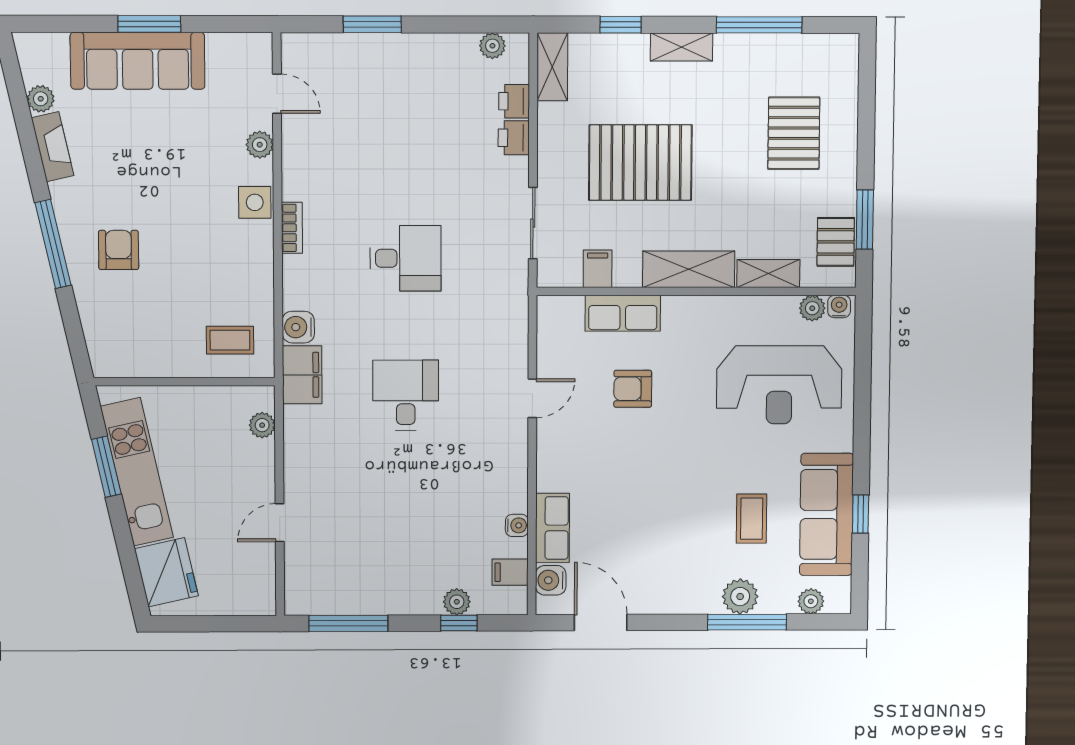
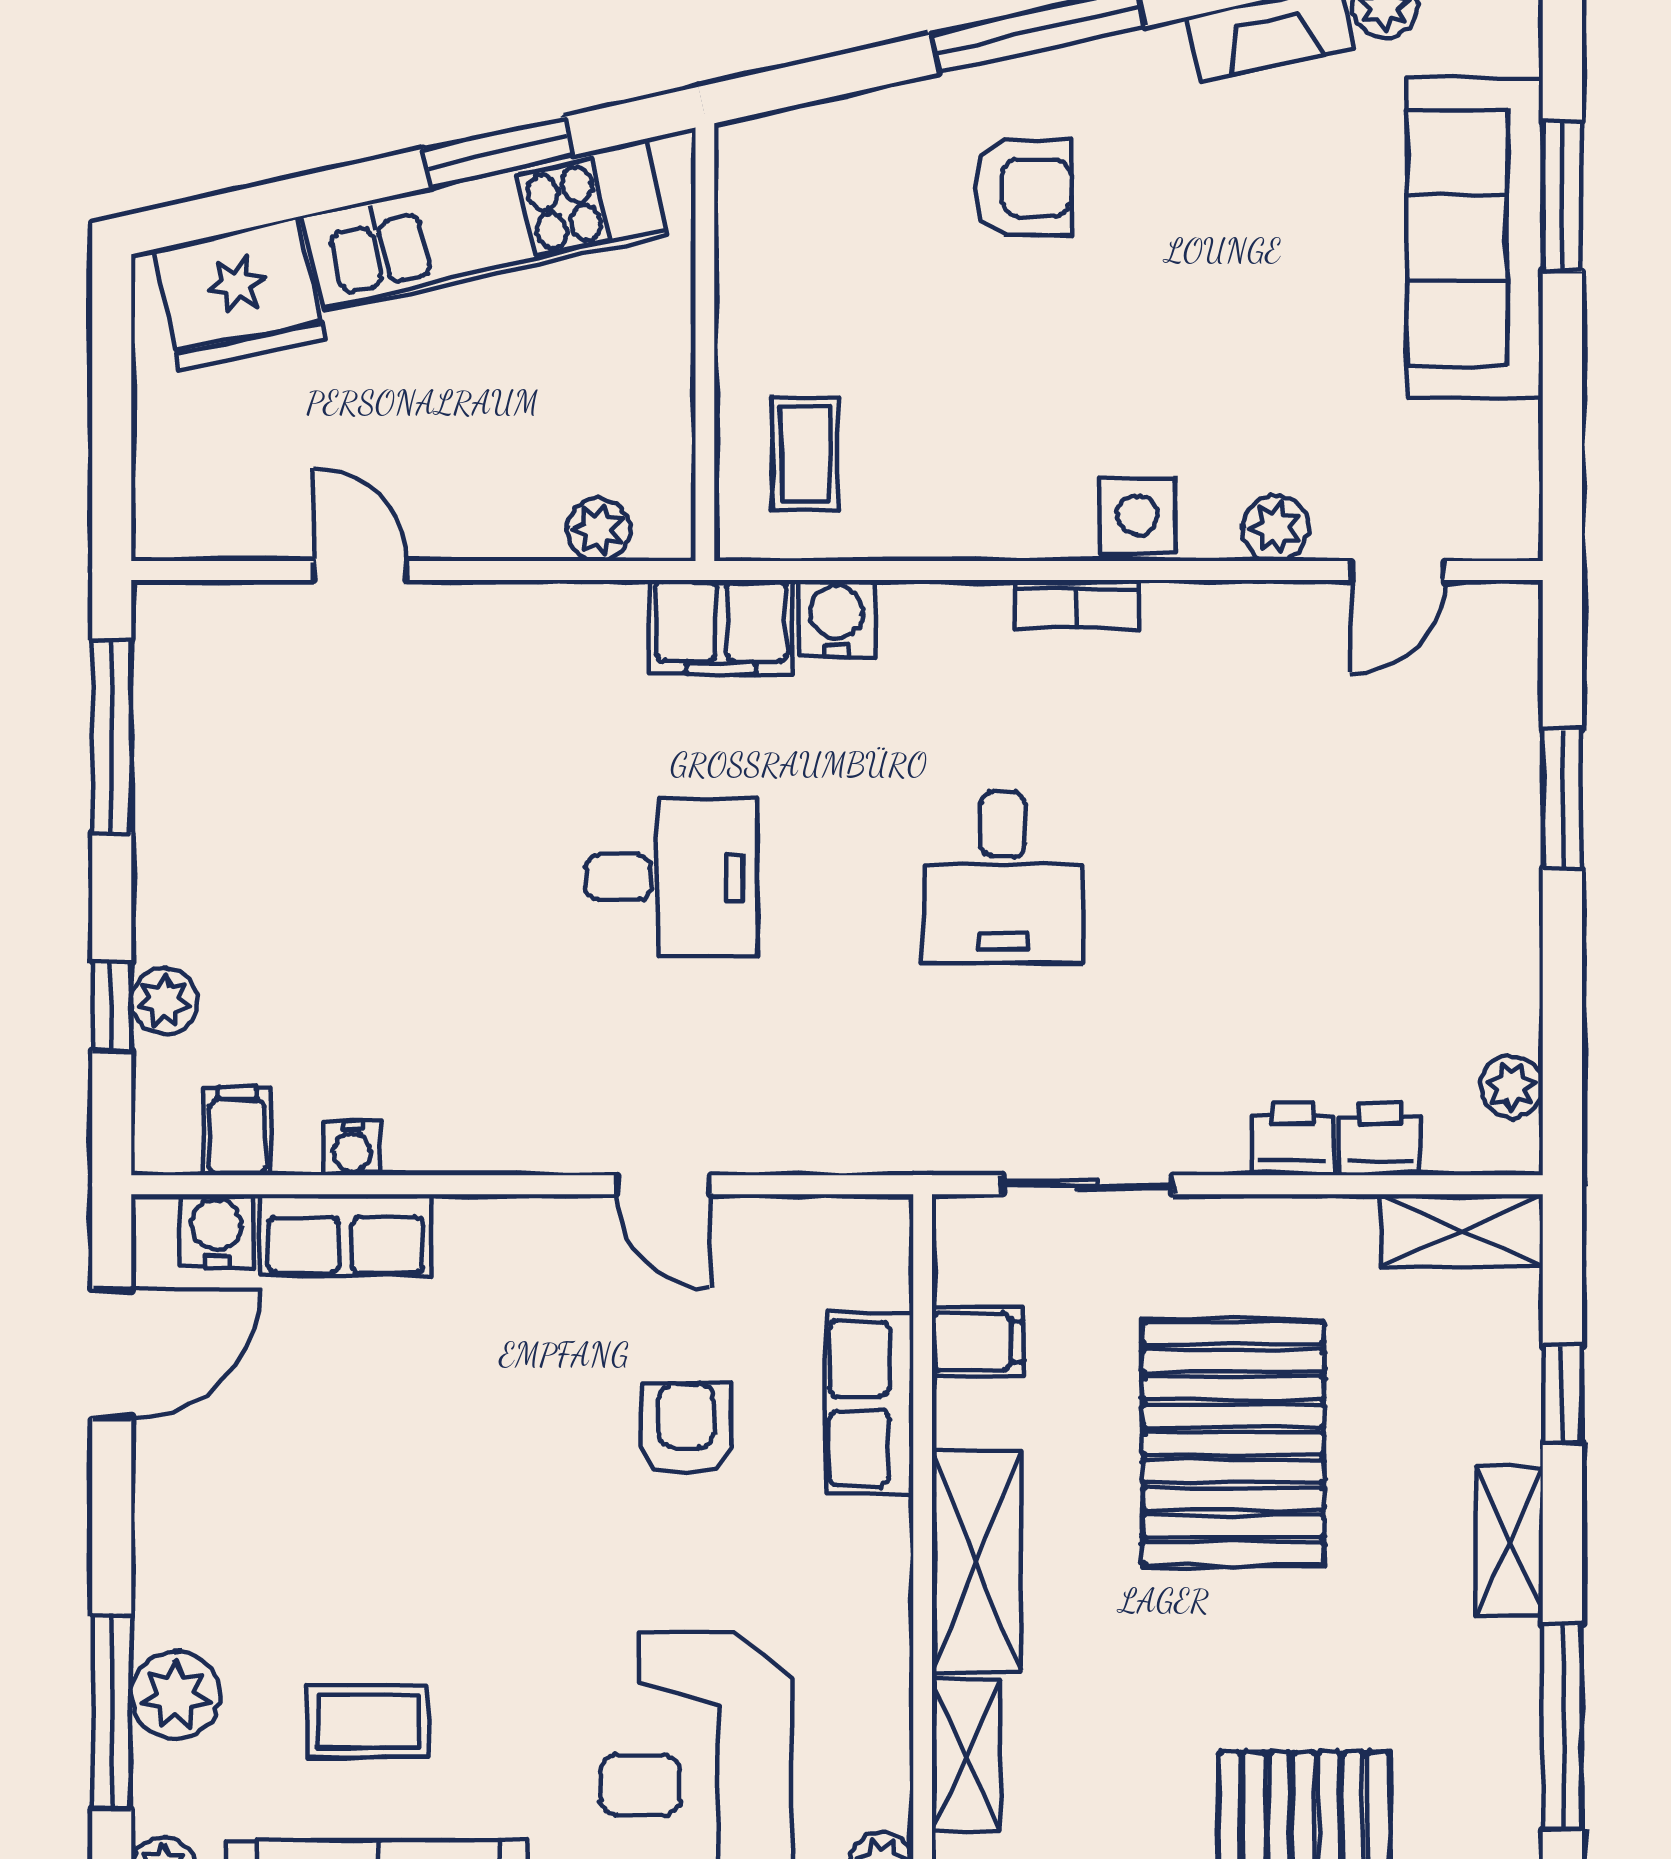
window: (149, 24) -> (1562, 196), moved

